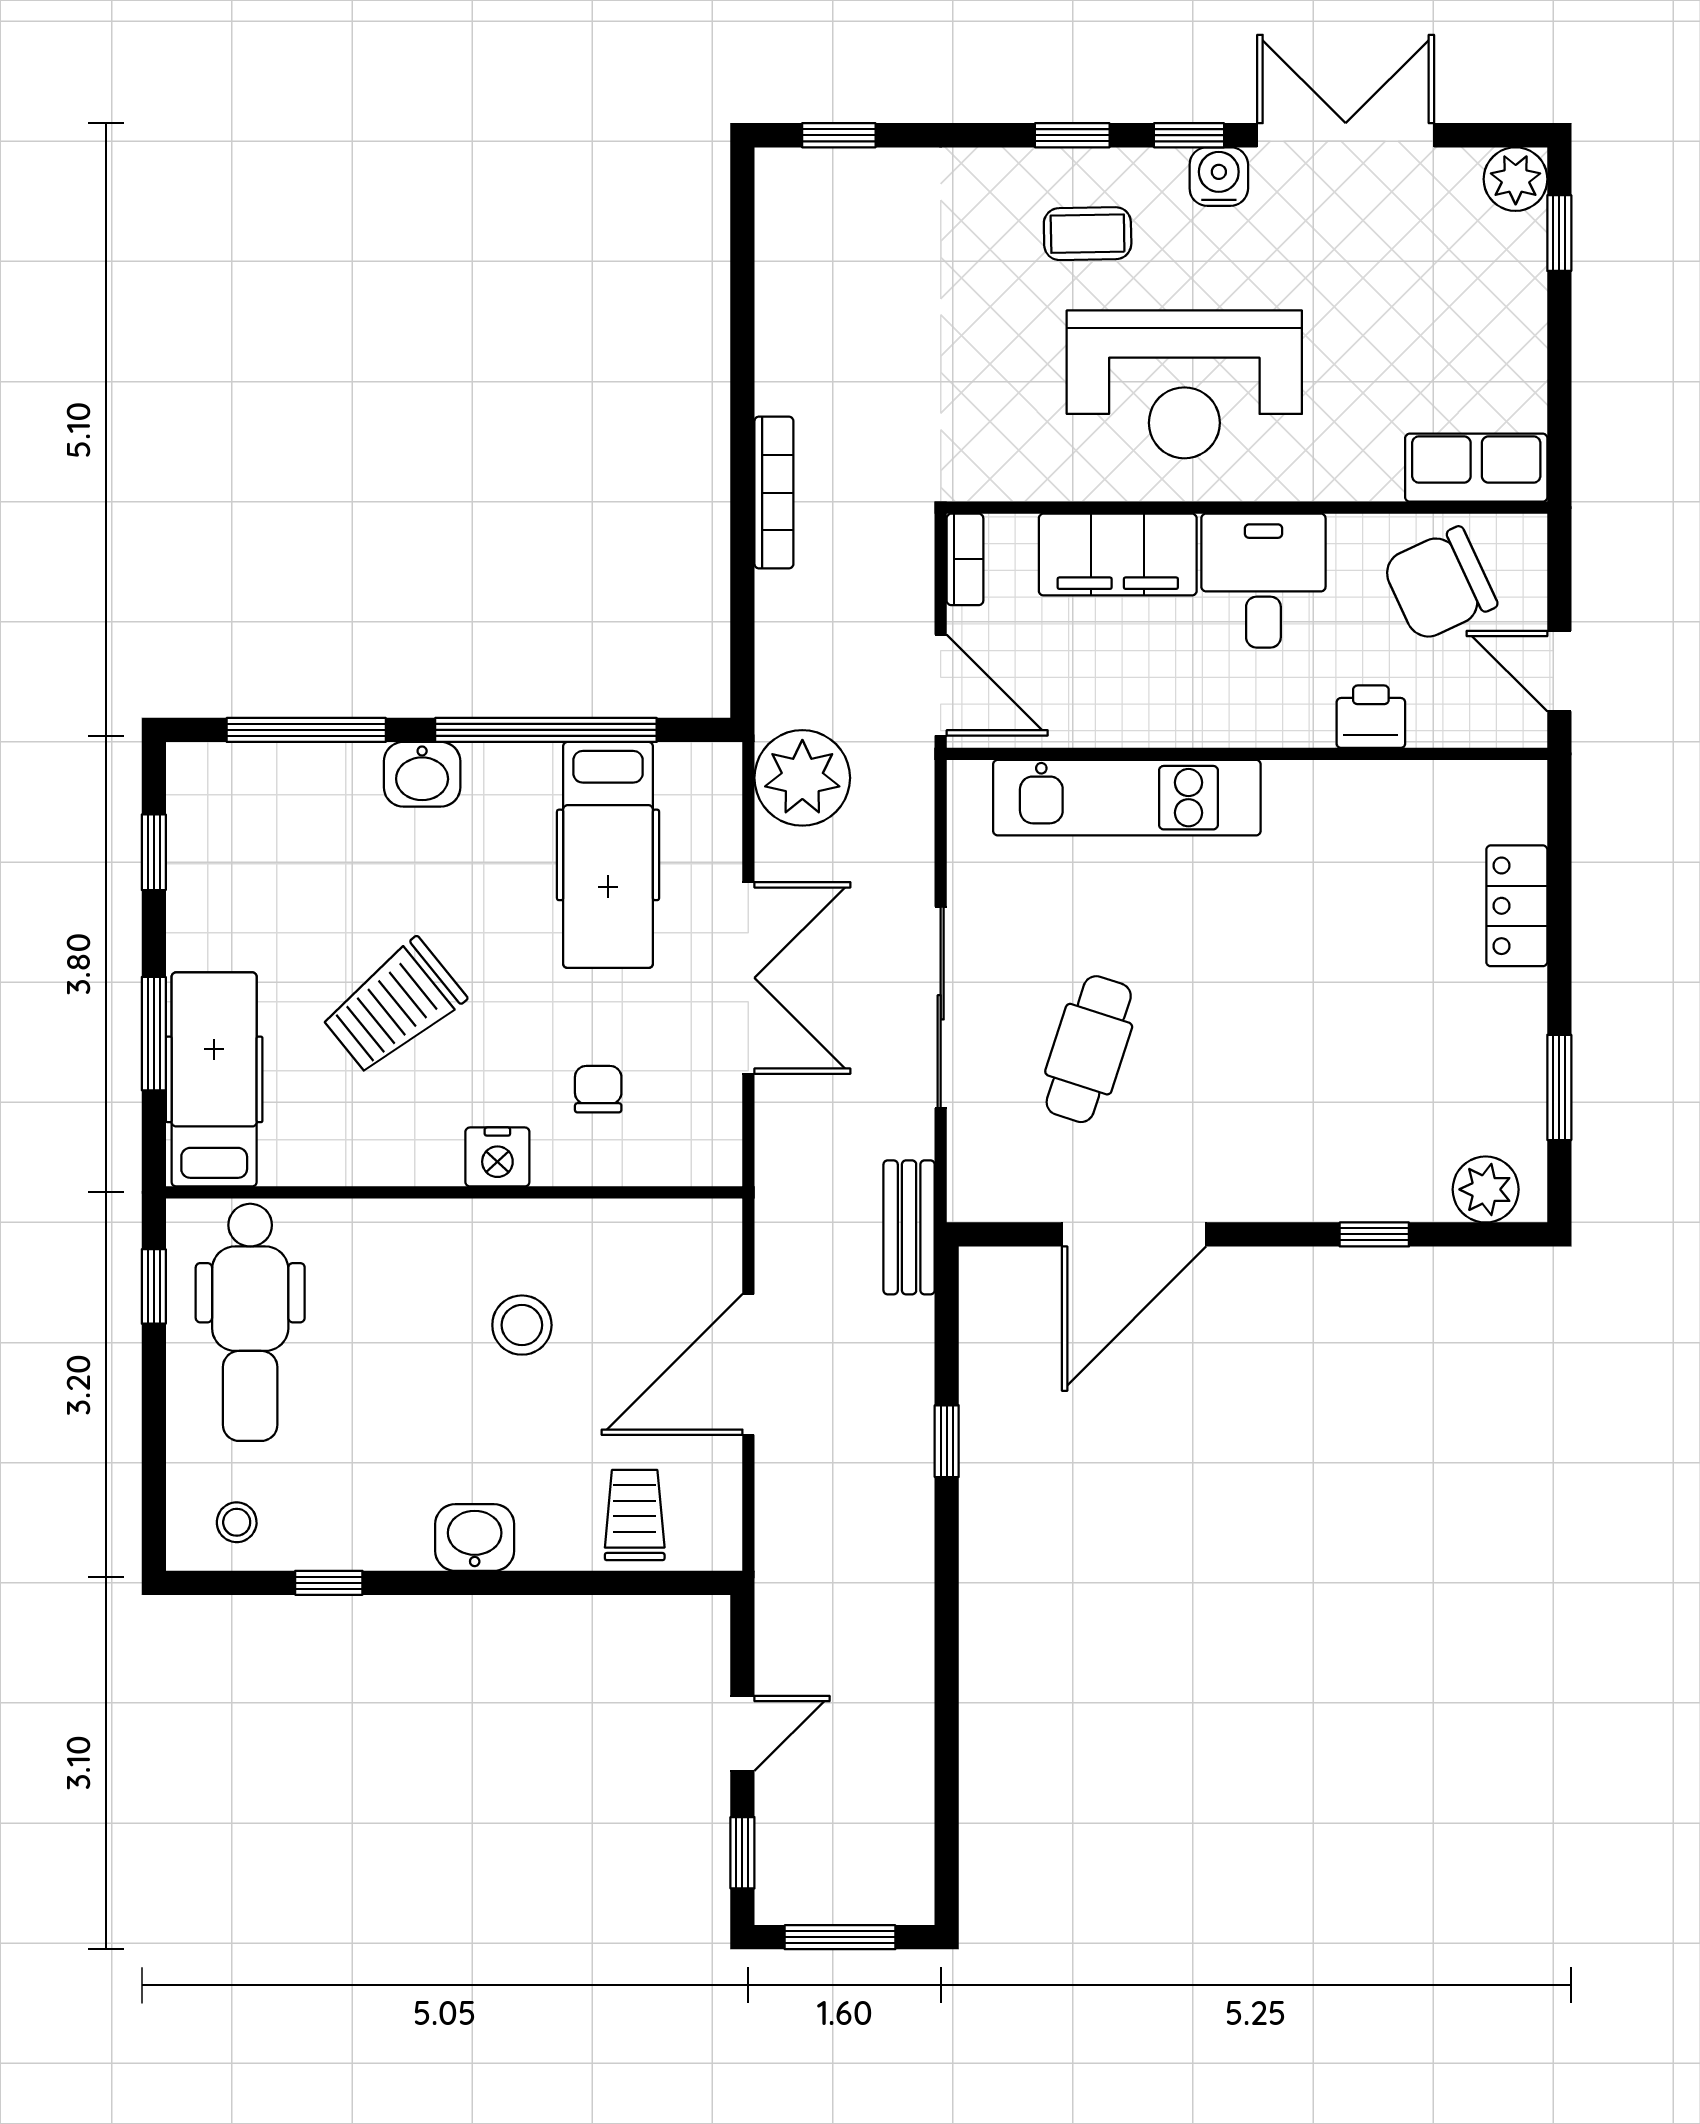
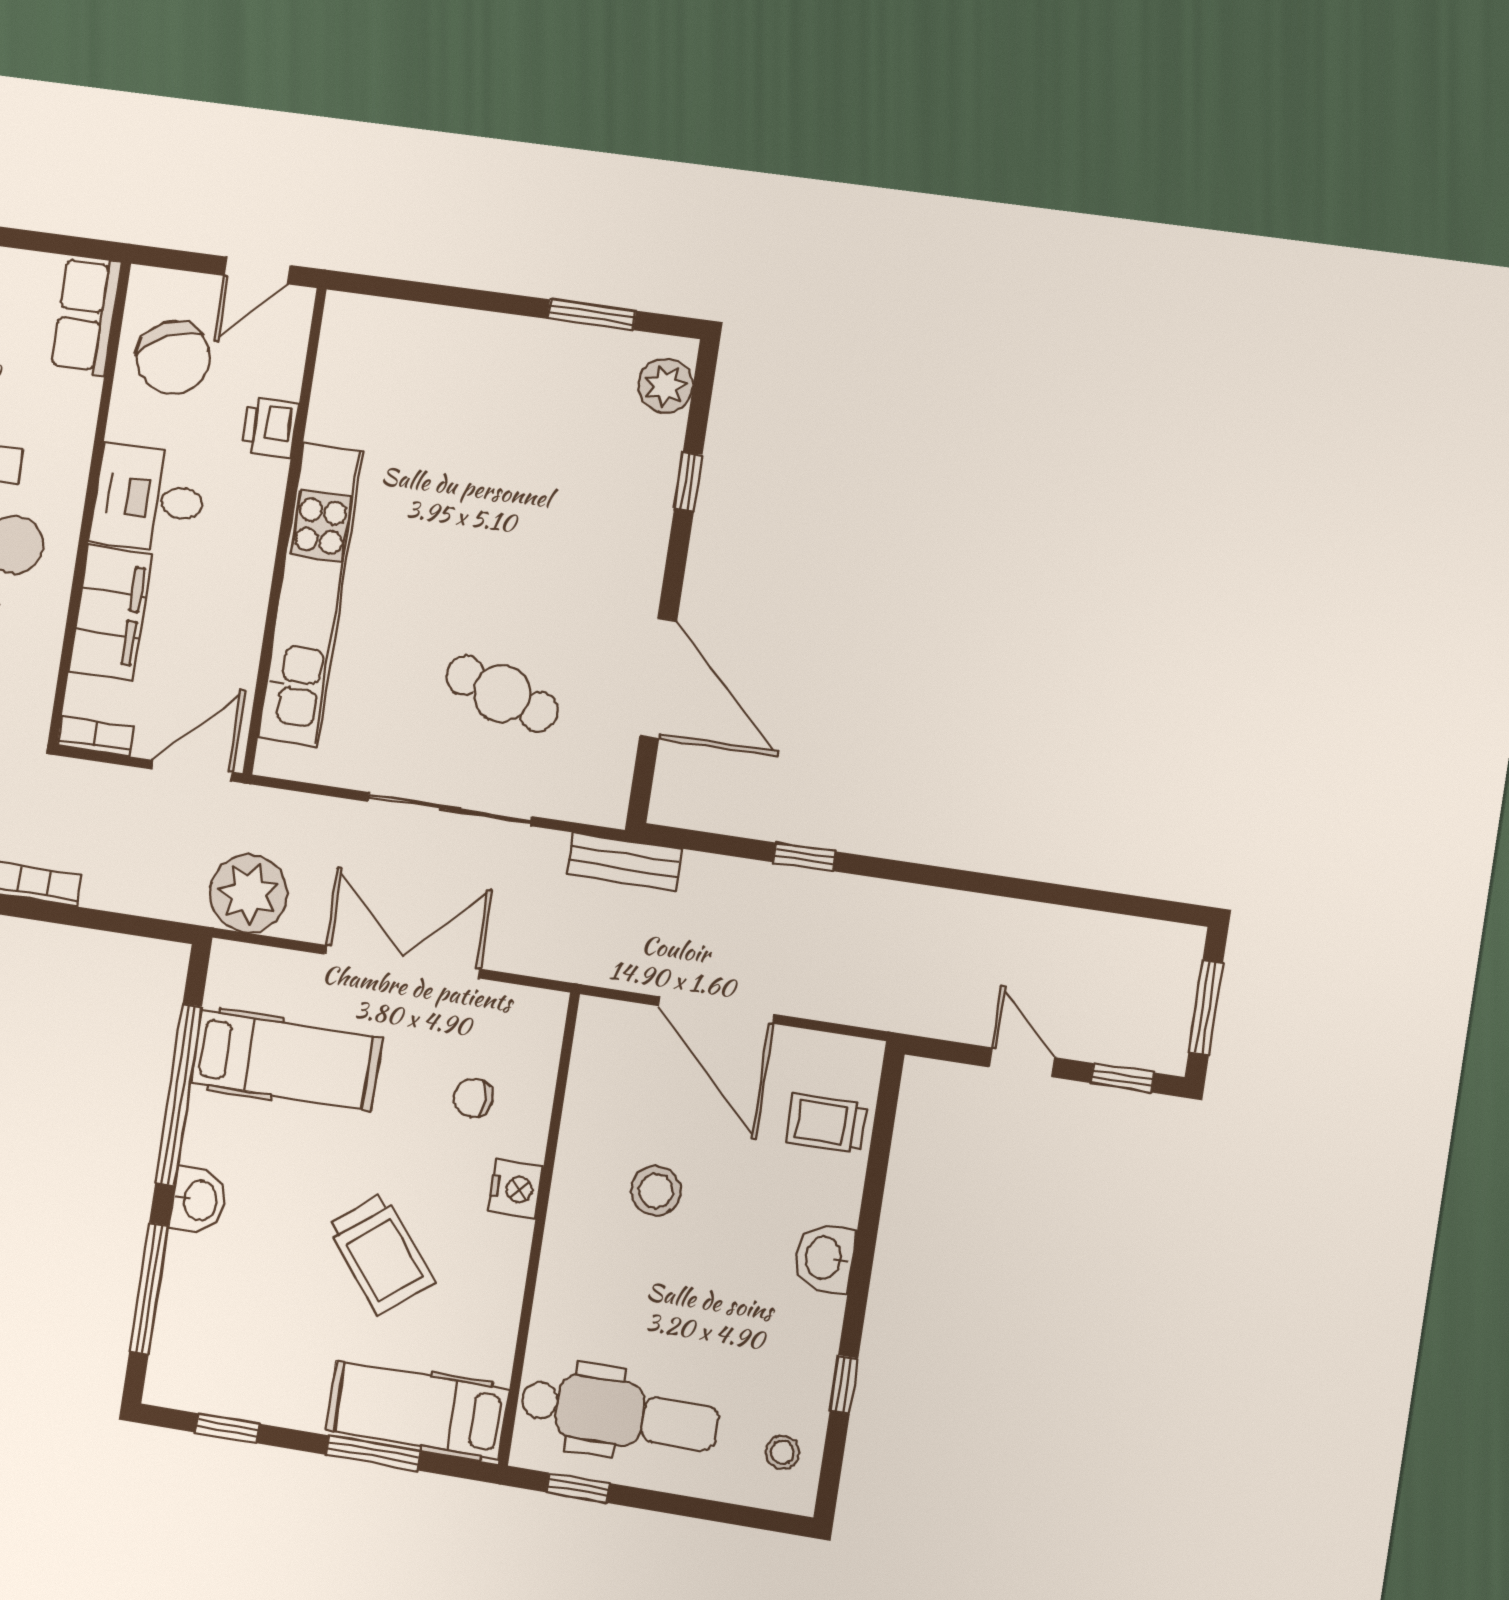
kitchen unit: (1127, 798) -> (311, 594), width x1.36
locker: (1517, 906) -> (440, 330), removed

